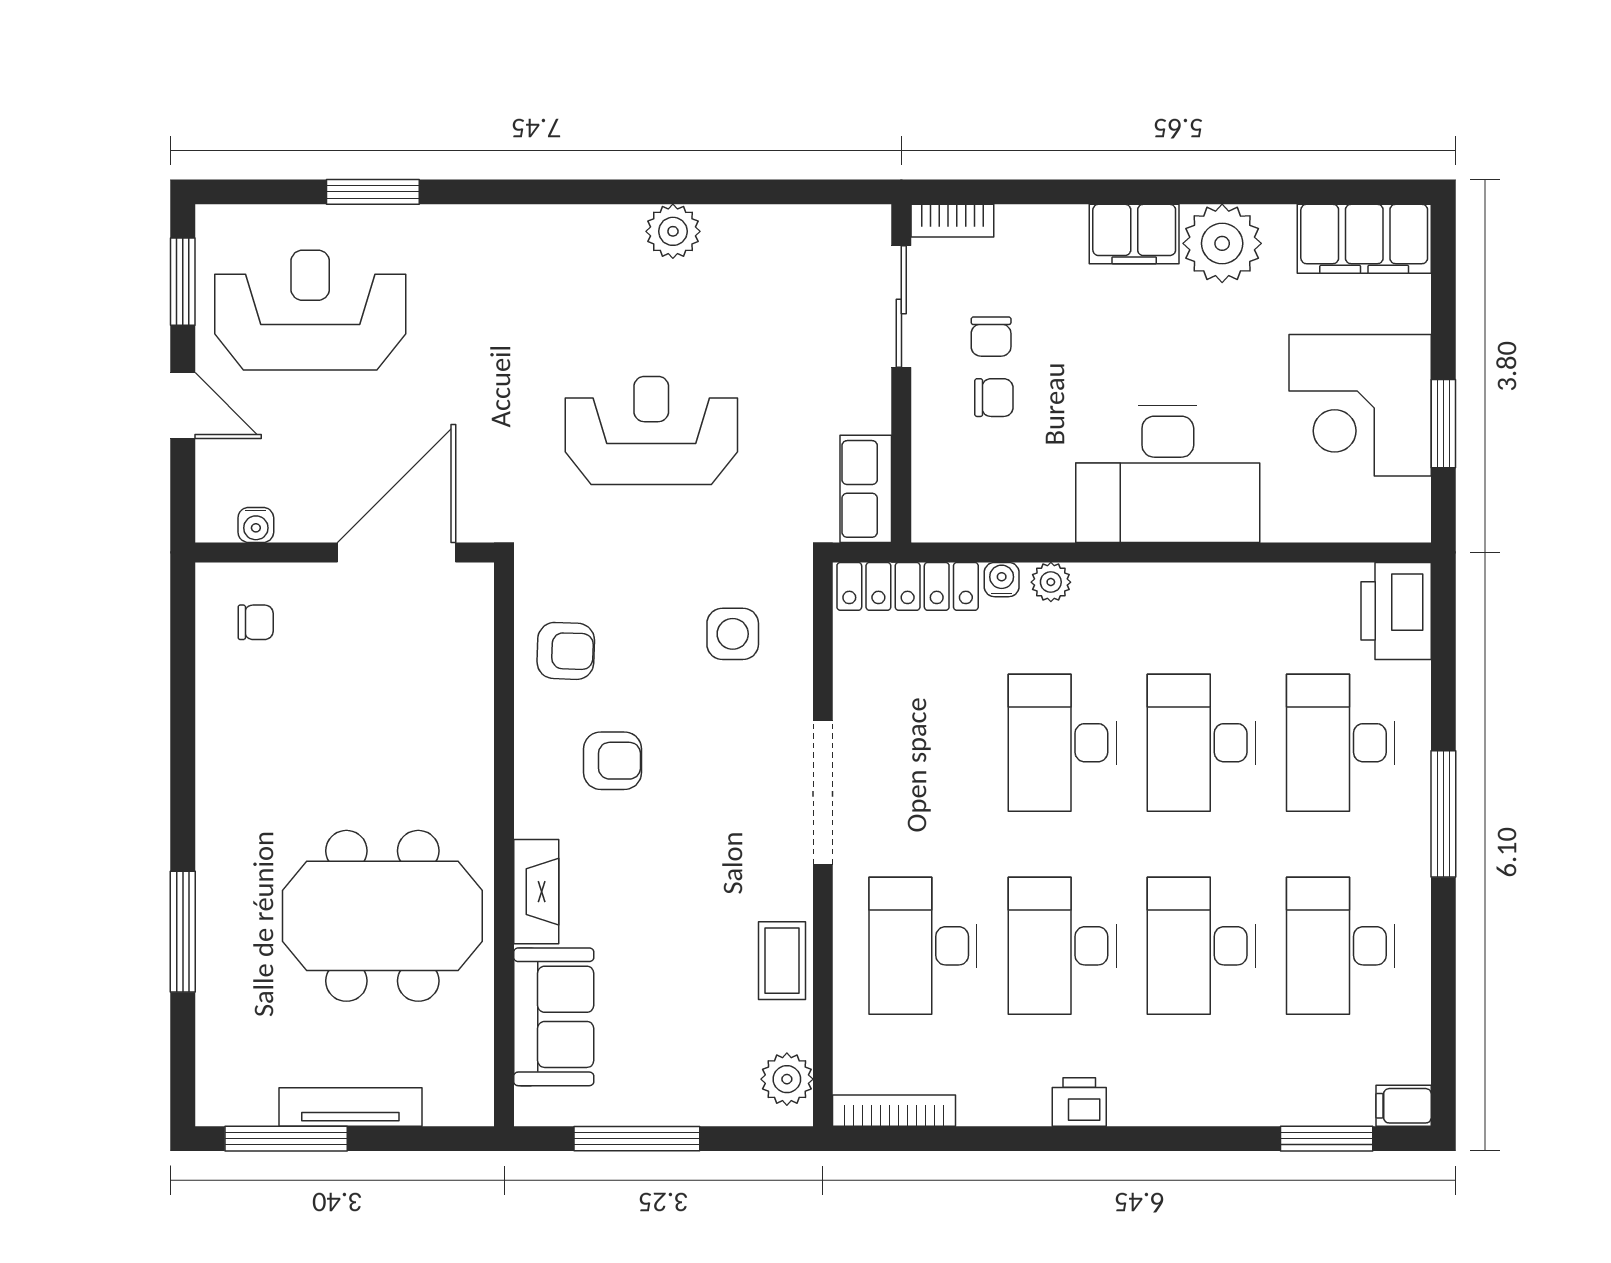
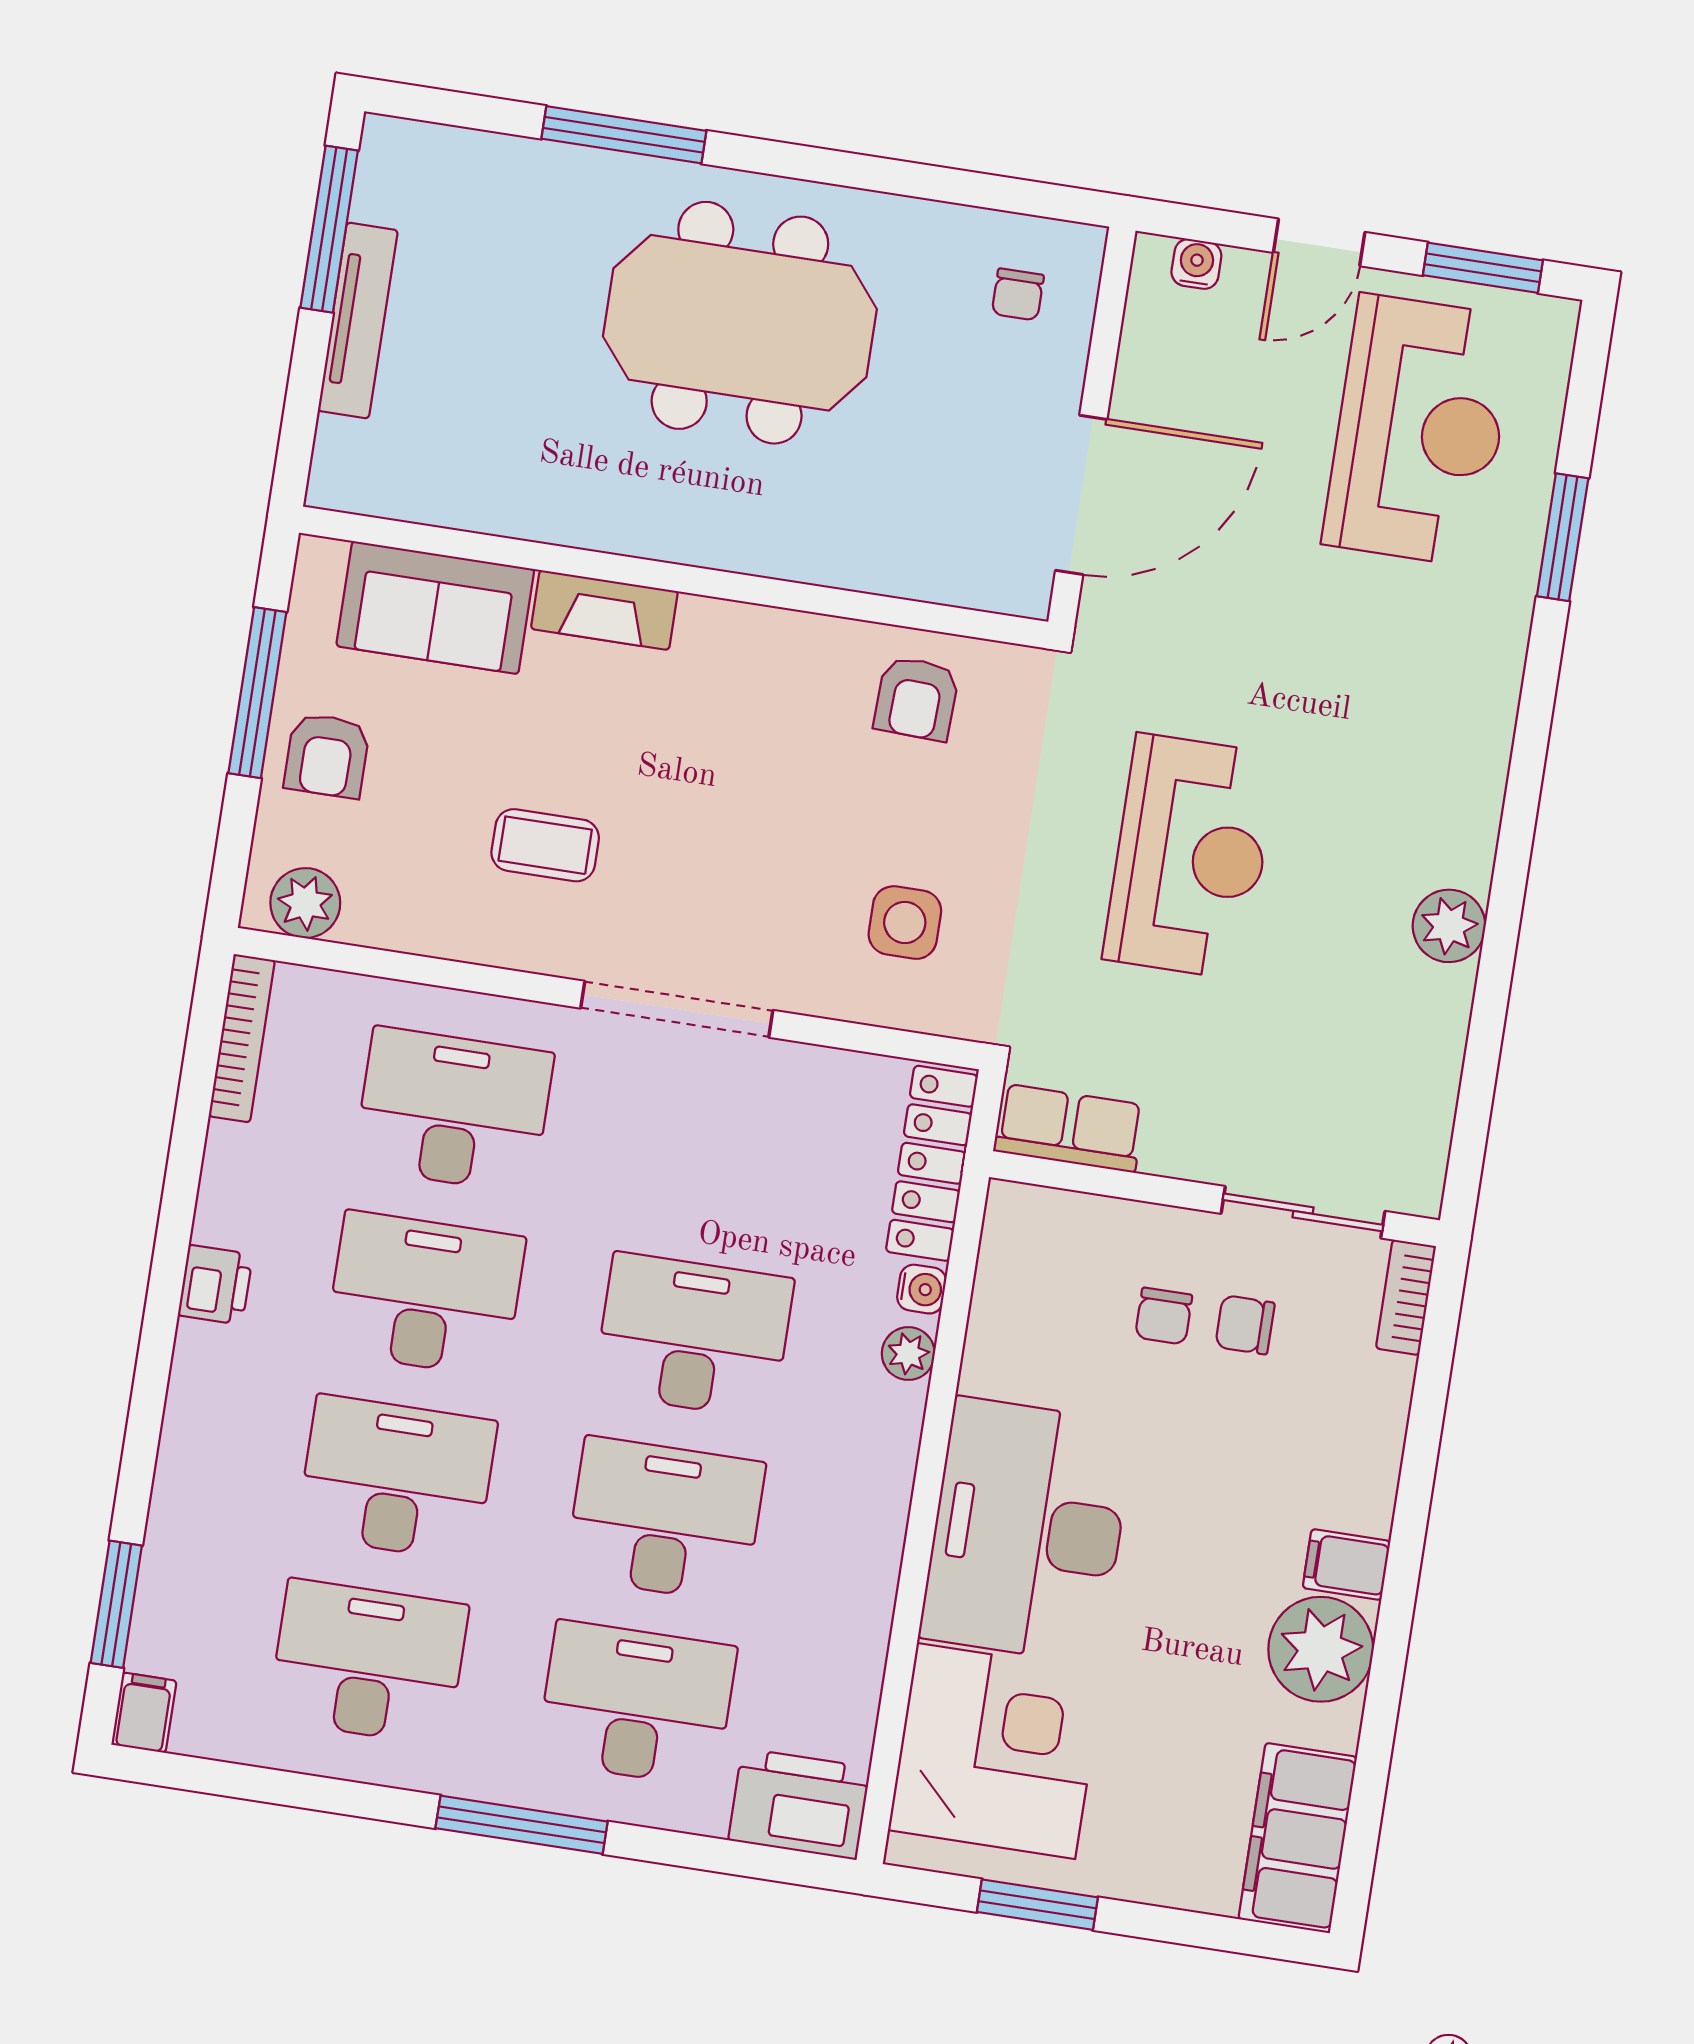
filing cabinet: (1134, 234) -> (1346, 1565), width x0.50
corner desk: (1360, 405) -> (996, 1751), moved, turned 90
water cooler: (256, 525) -> (1196, 264), moved, turned 90
door: (397, 552) -> (1081, 495), hinge flipped
armchair: (613, 761) -> (327, 756), moved
meeting table: (382, 916) -> (740, 323), moved, turned 90
coffee table: (782, 961) -> (545, 845), moved

